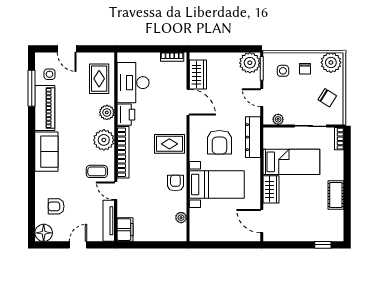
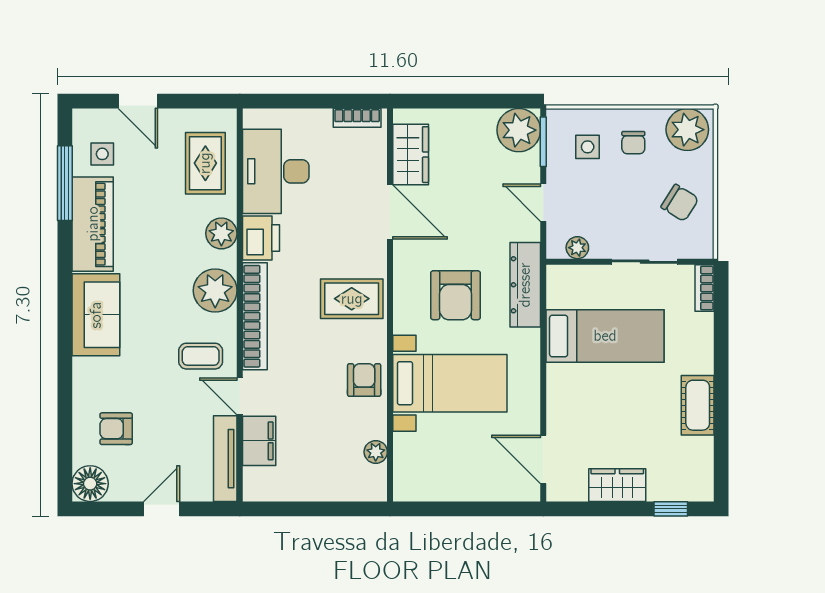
wardrobe: (271, 189) -> (617, 485), moved, turned -90
filing cabinet: (125, 230) -> (259, 441), moved

